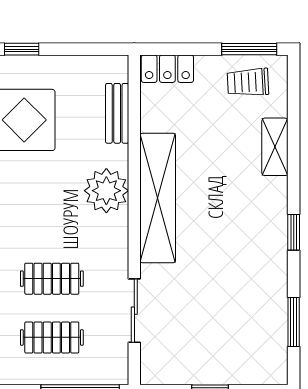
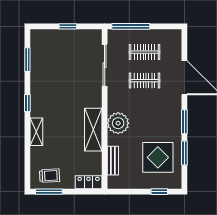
shelving: (275, 147) -> (36, 132), moved
shelving: (158, 198) -> (93, 130), width x0.68
sliding door: (134, 311) -> (105, 65), width x1.37

